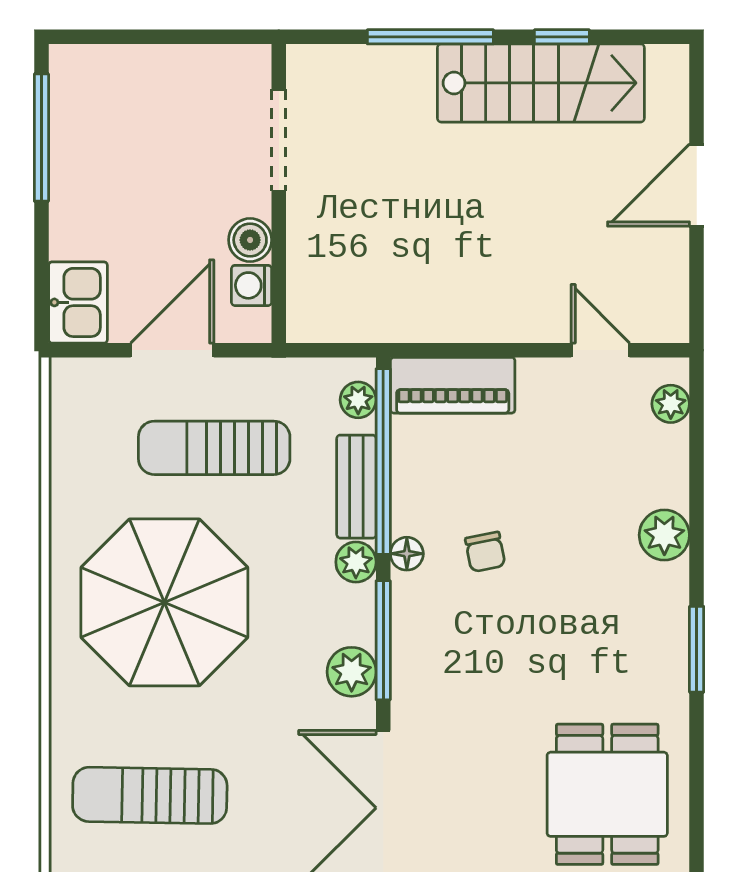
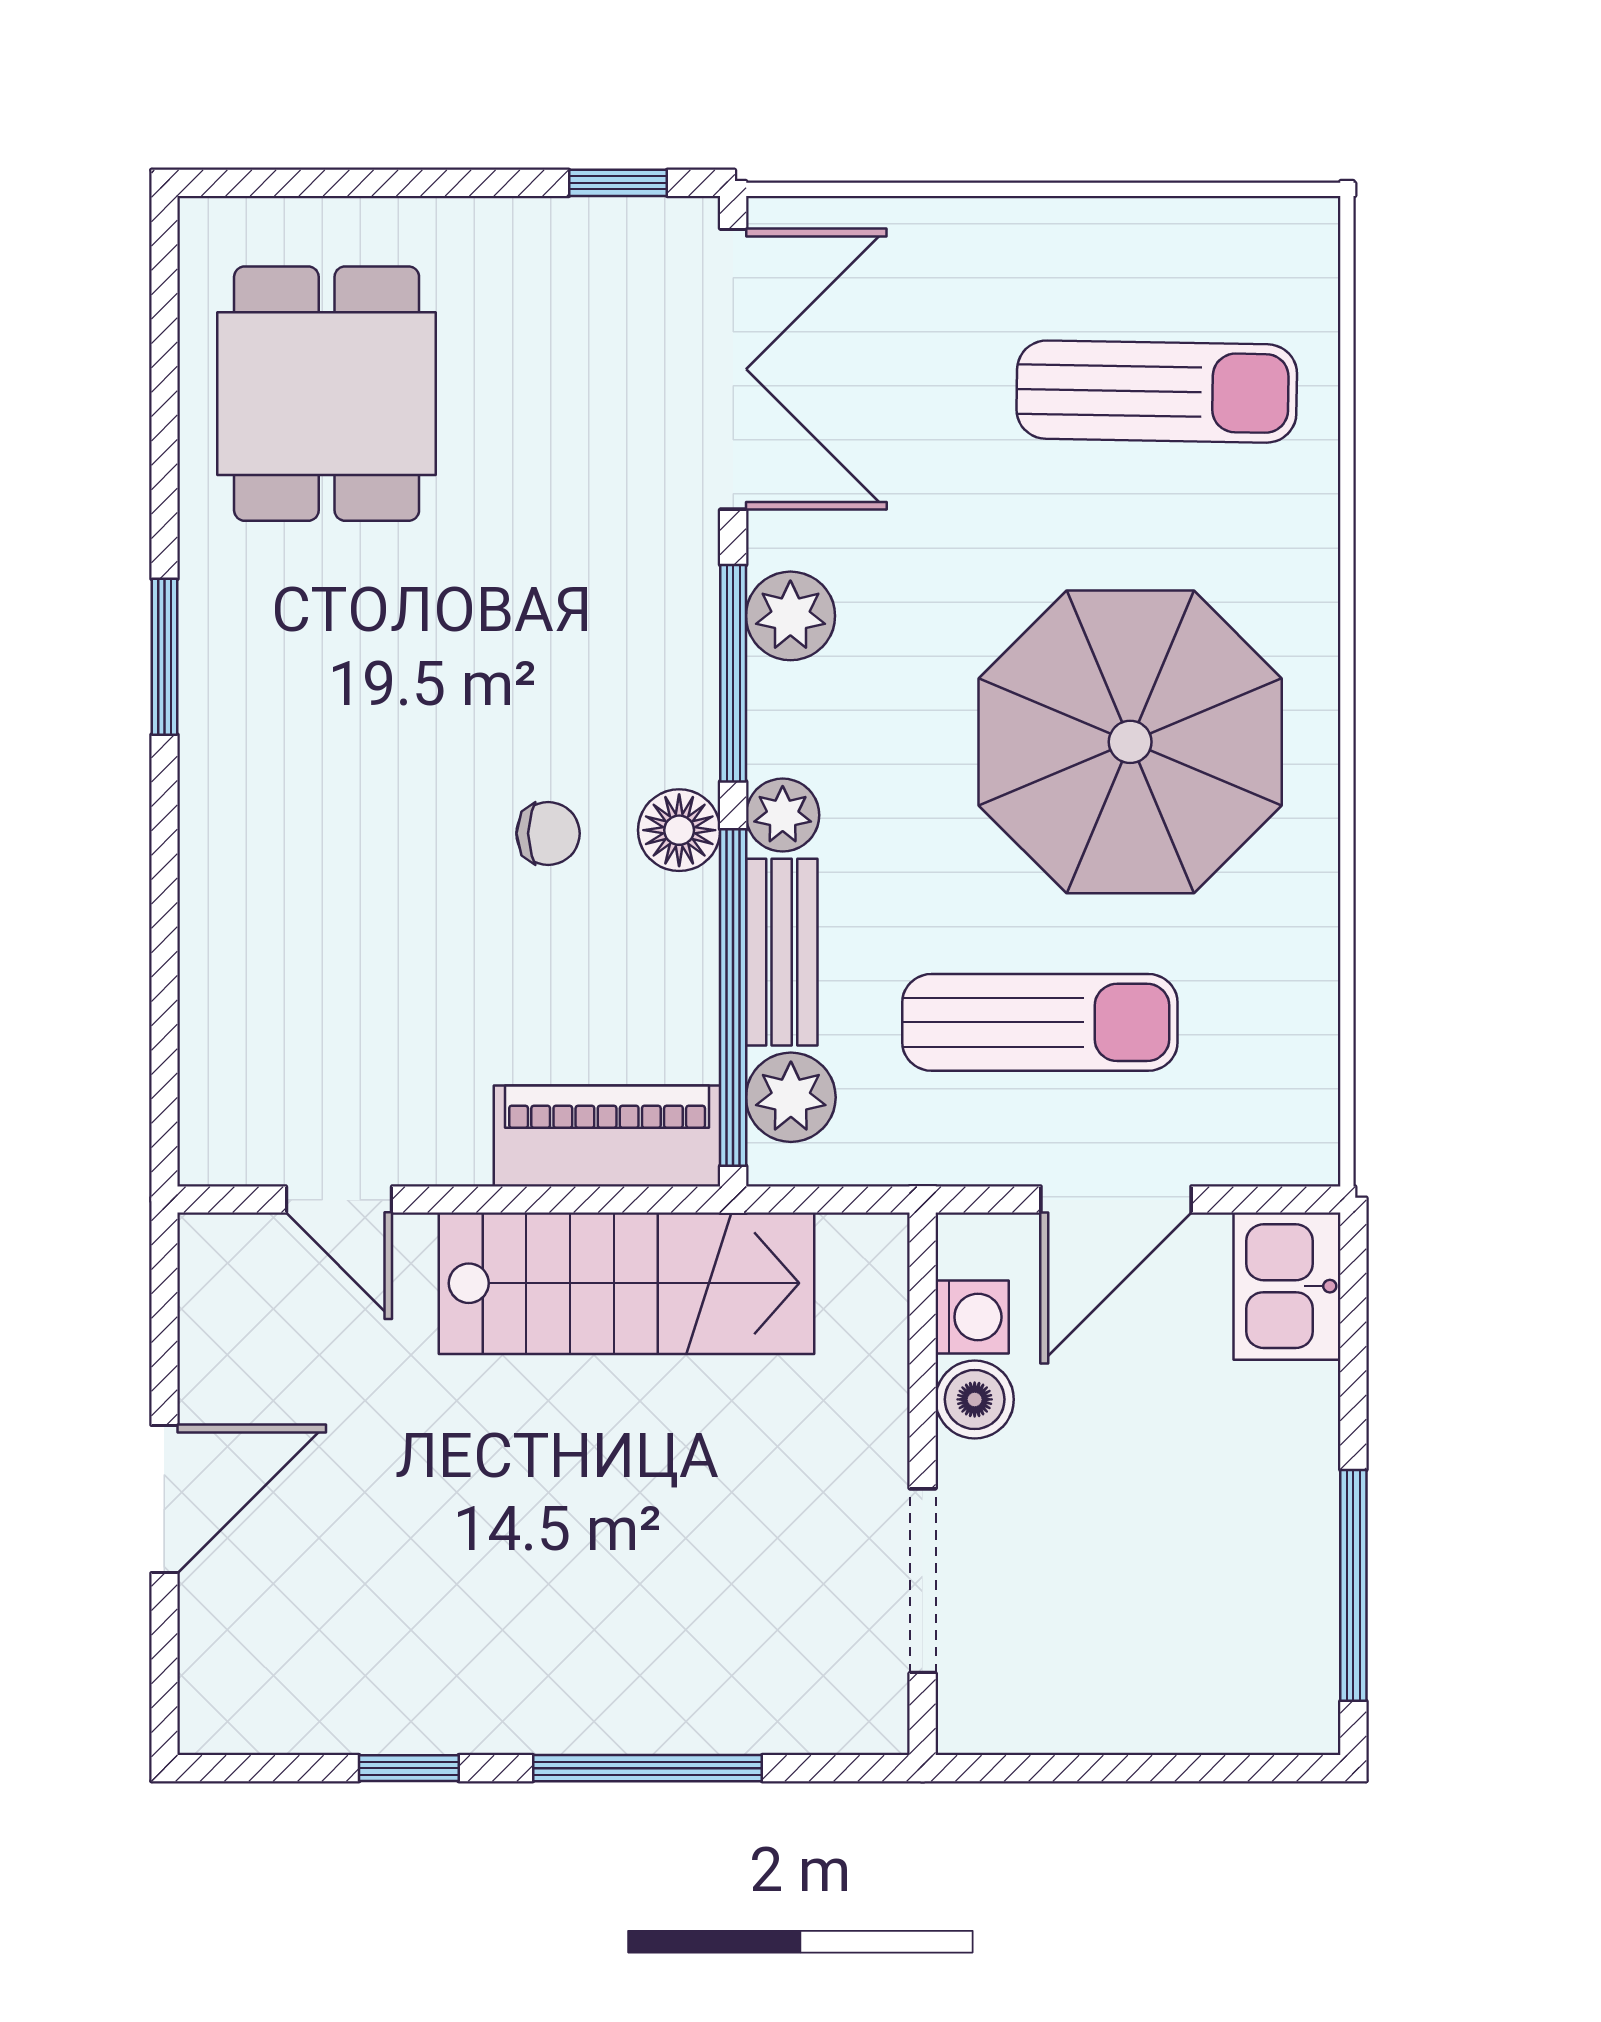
stairs: (541, 83) -> (626, 1283), moved, turned 180
plant: (358, 400) -> (791, 1097), width x1.38, depth x1.38
plant: (671, 404) -> (211, 1102), removed
plant: (664, 535) -> (223, 864), removed
chair: (485, 552) -> (548, 833), turned 101
floor lamp: (407, 554) -> (679, 830), width x1.37, depth x1.37

